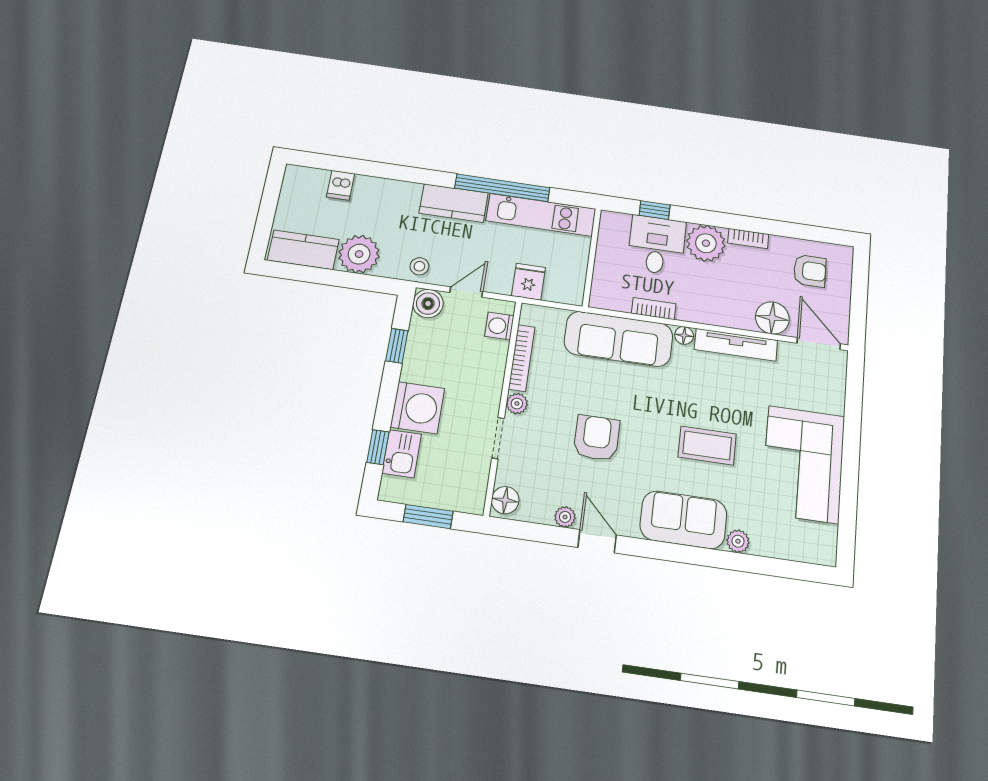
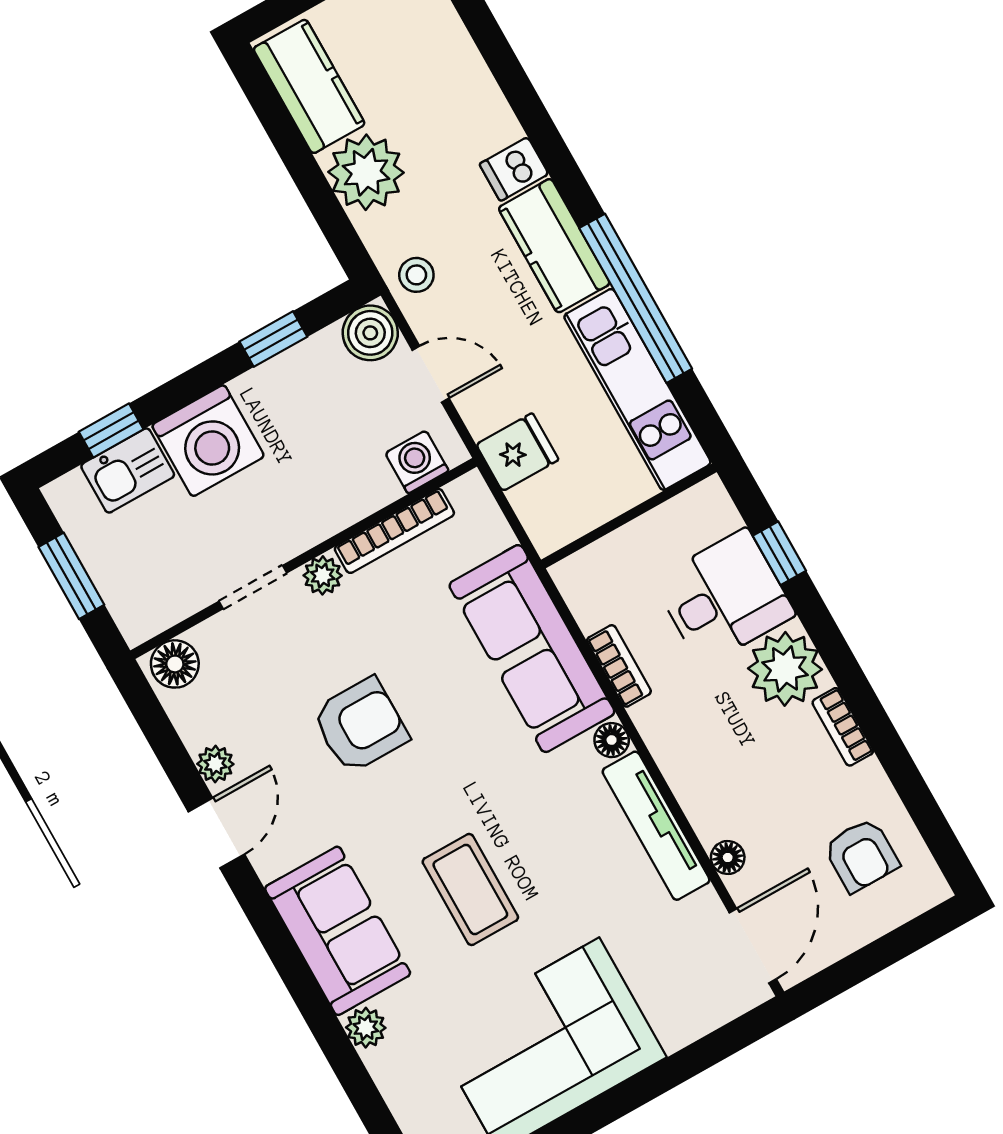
dishwasher: (341, 185) -> (514, 169), moved
floor lamp: (772, 318) -> (728, 857), width x0.53, depth x0.53

